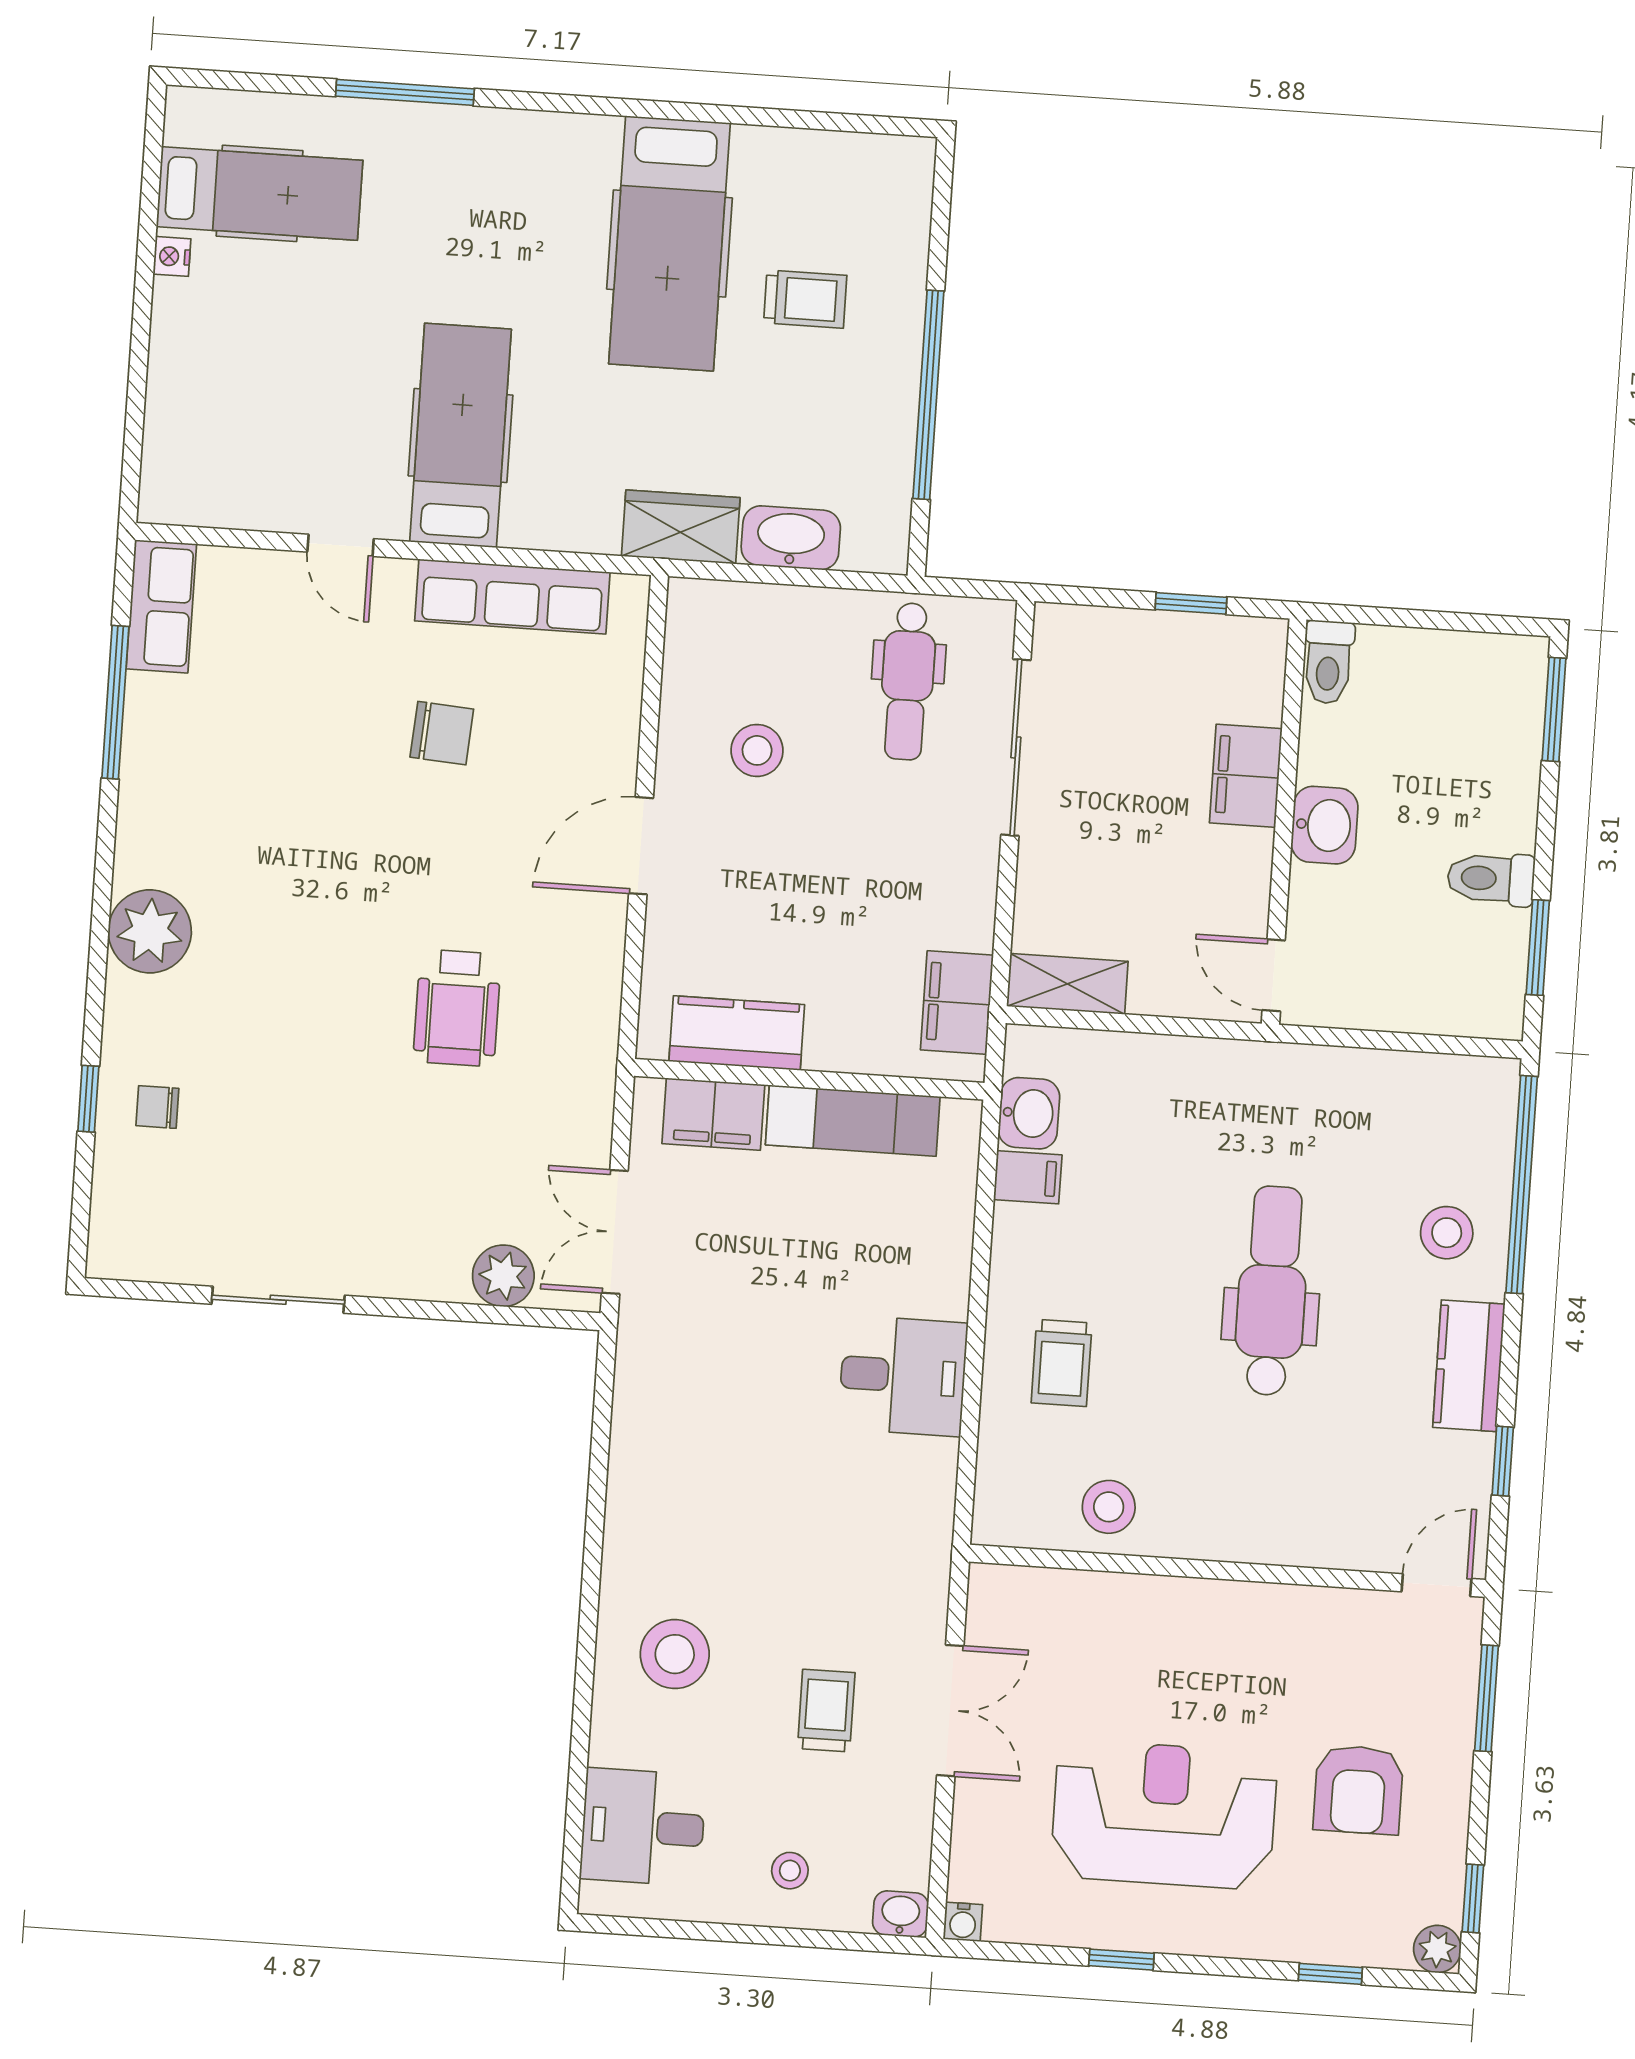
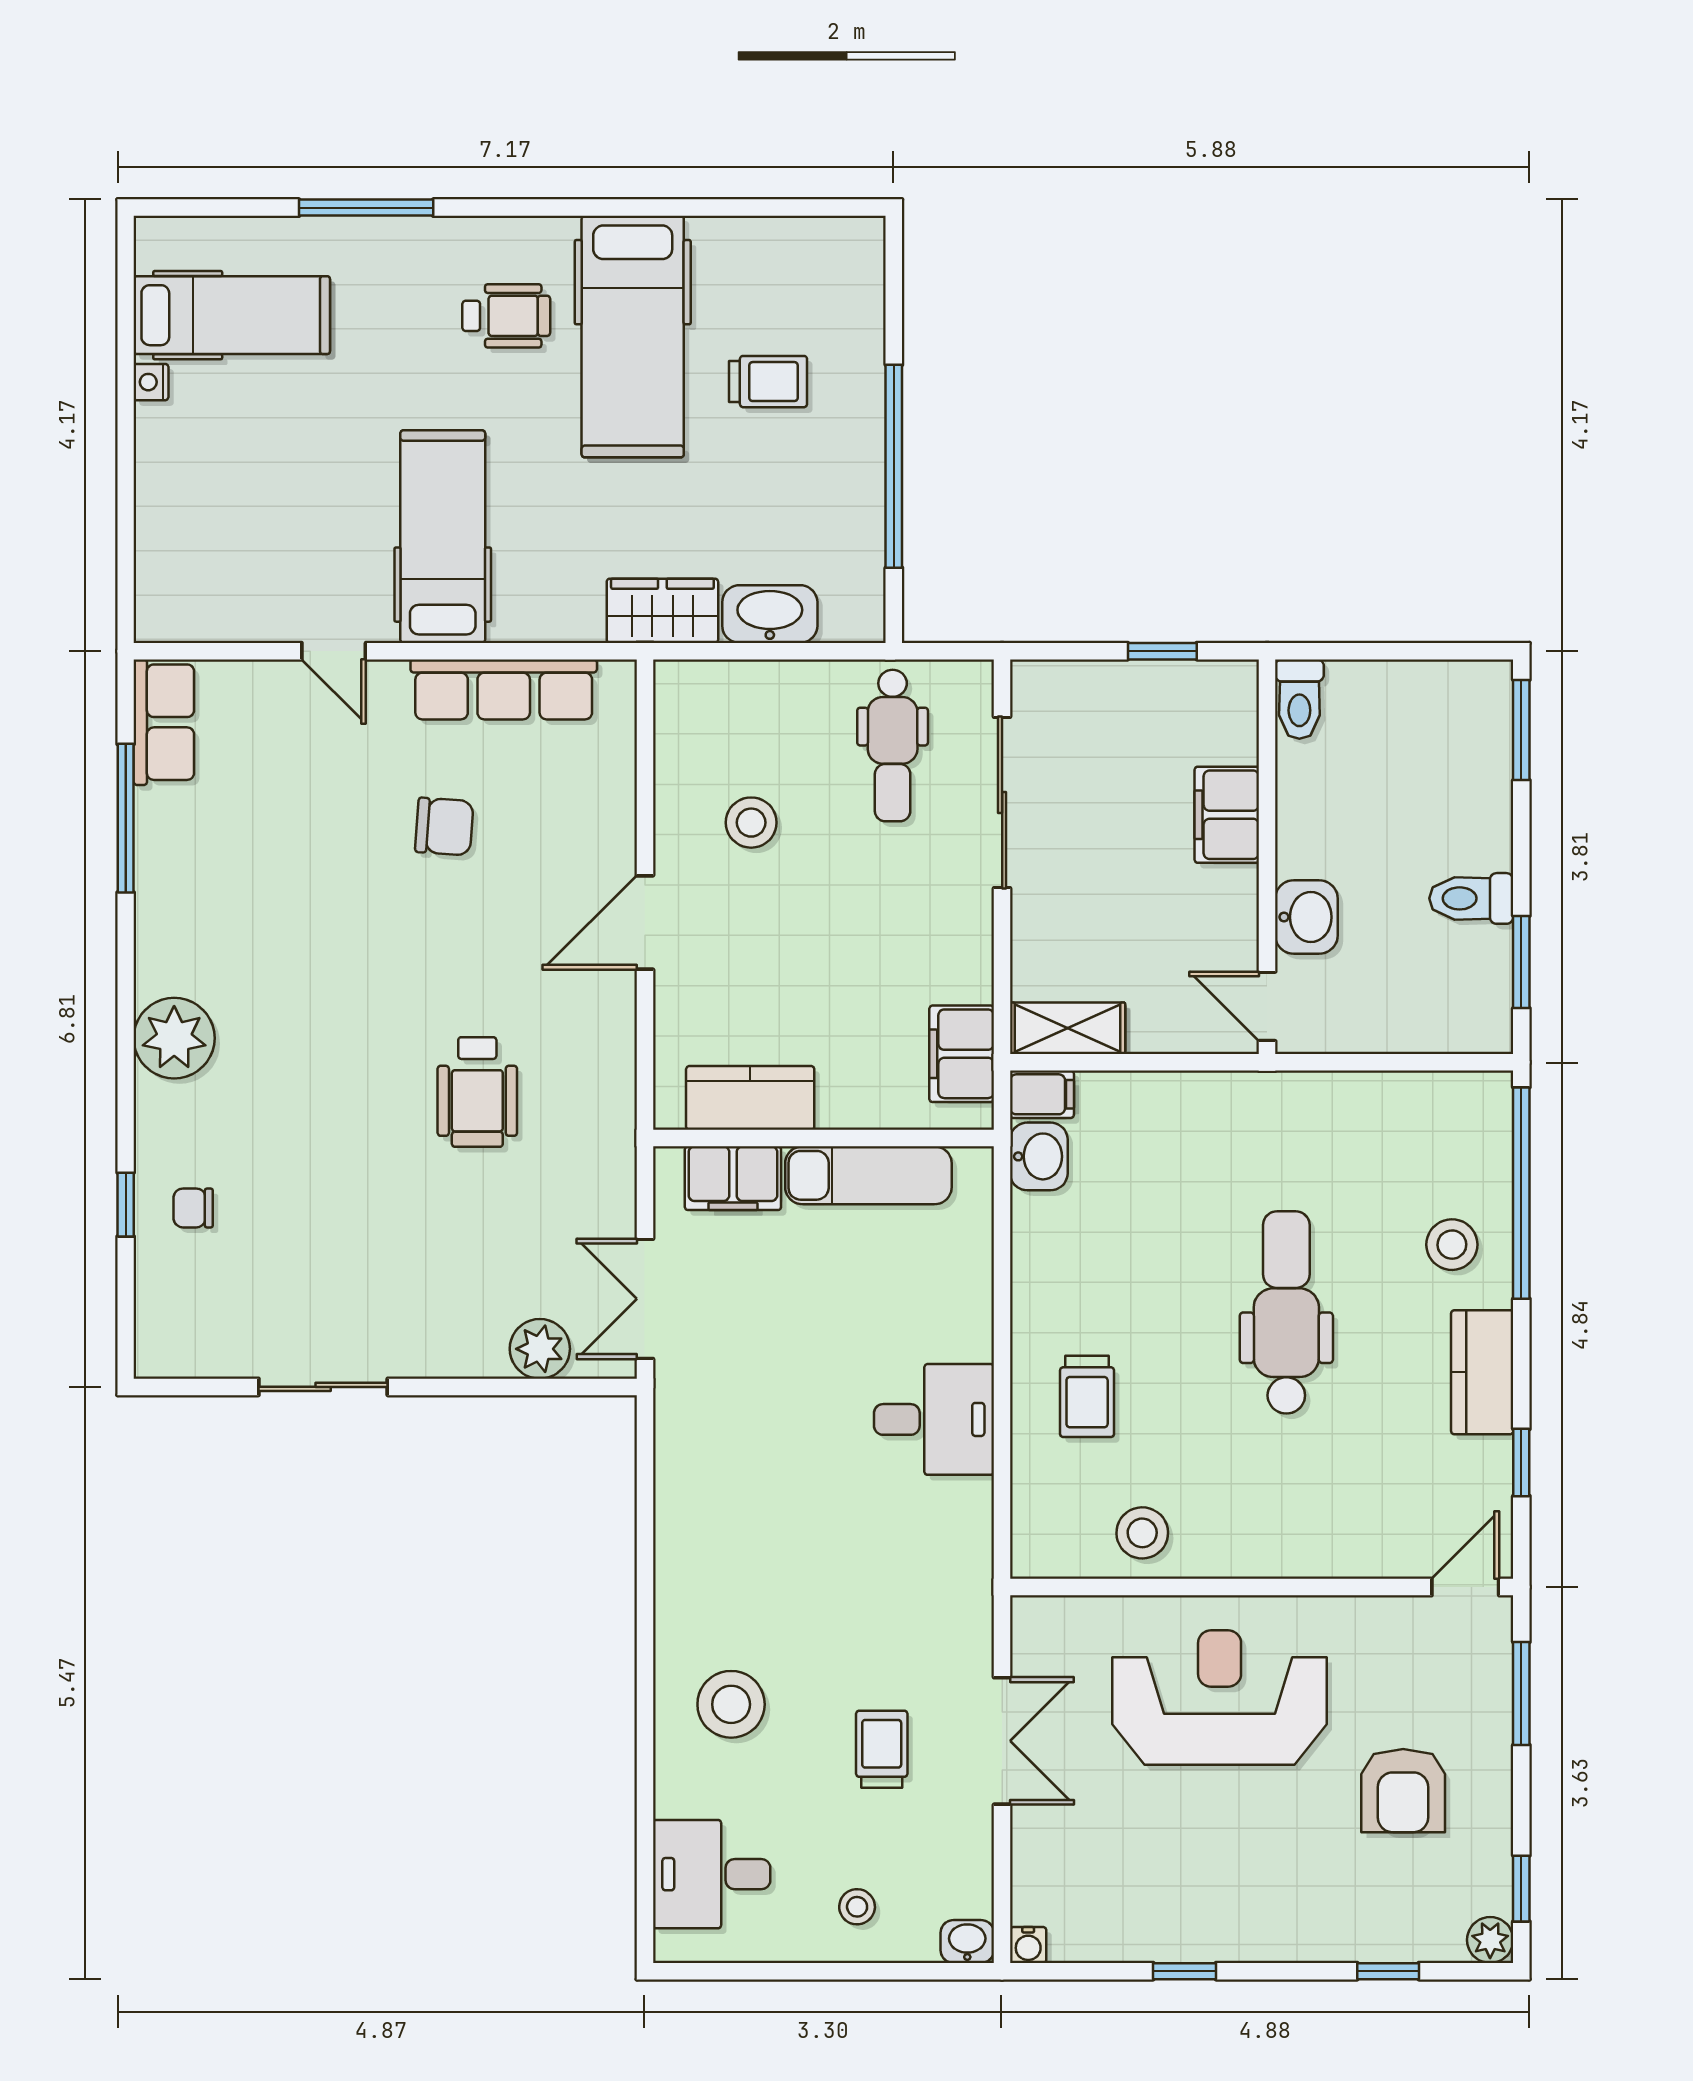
wheelchair: (541, 213) -> (506, 316), added
washbasin: (1324, 825) -> (1306, 917), moved
filing cabinet: (1028, 1177) -> (1042, 1094), moved
reception desk: (1164, 1815) -> (1220, 1698), moved

